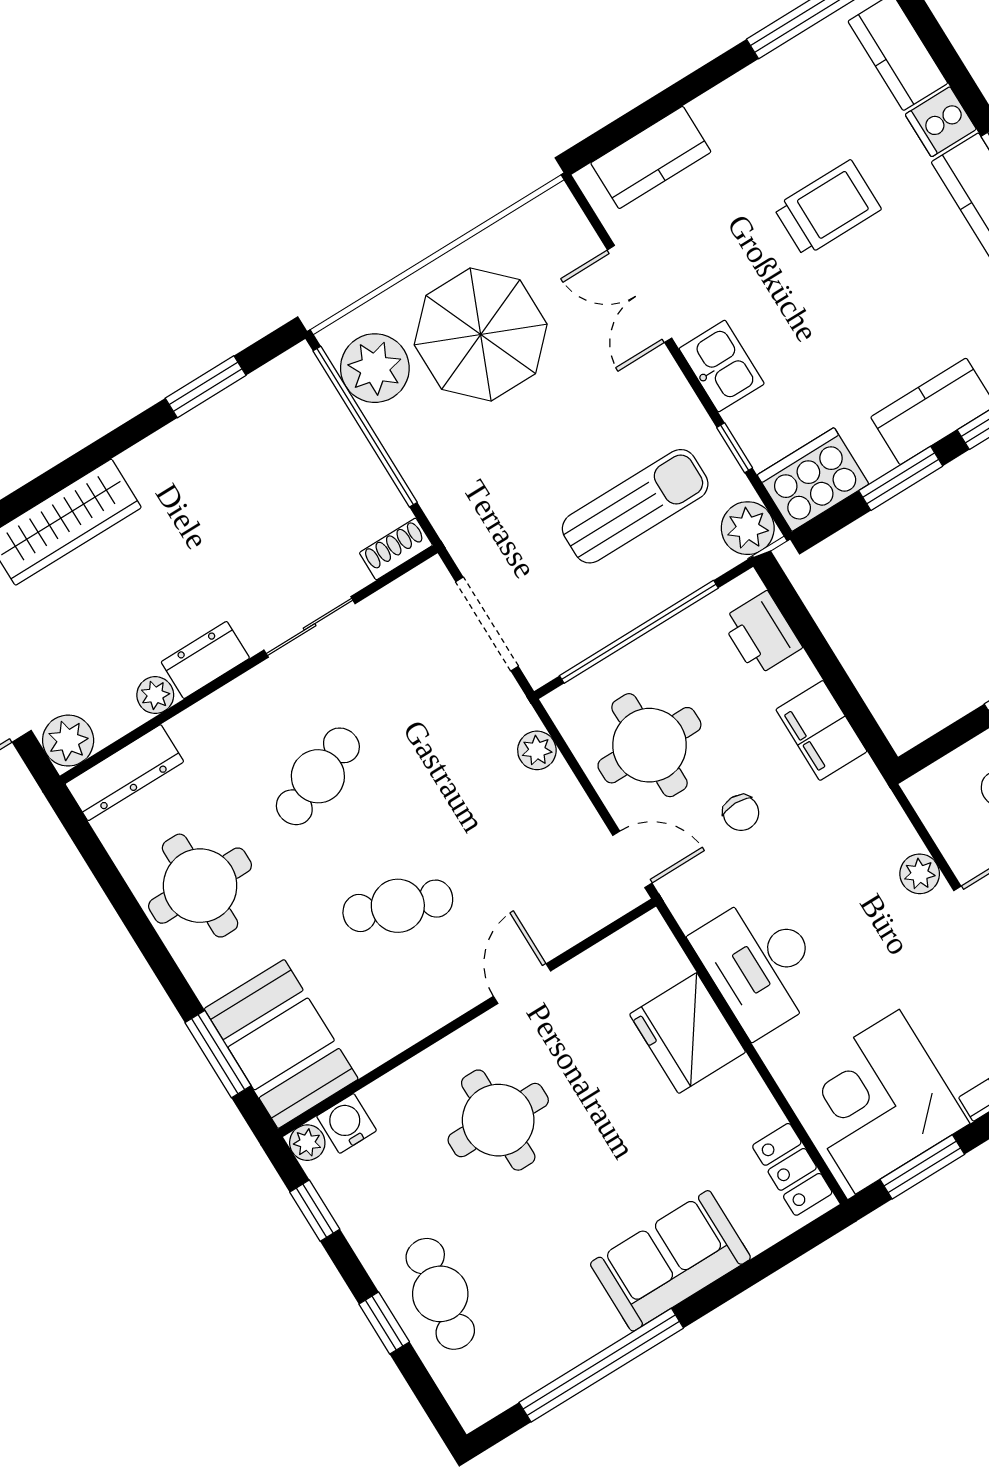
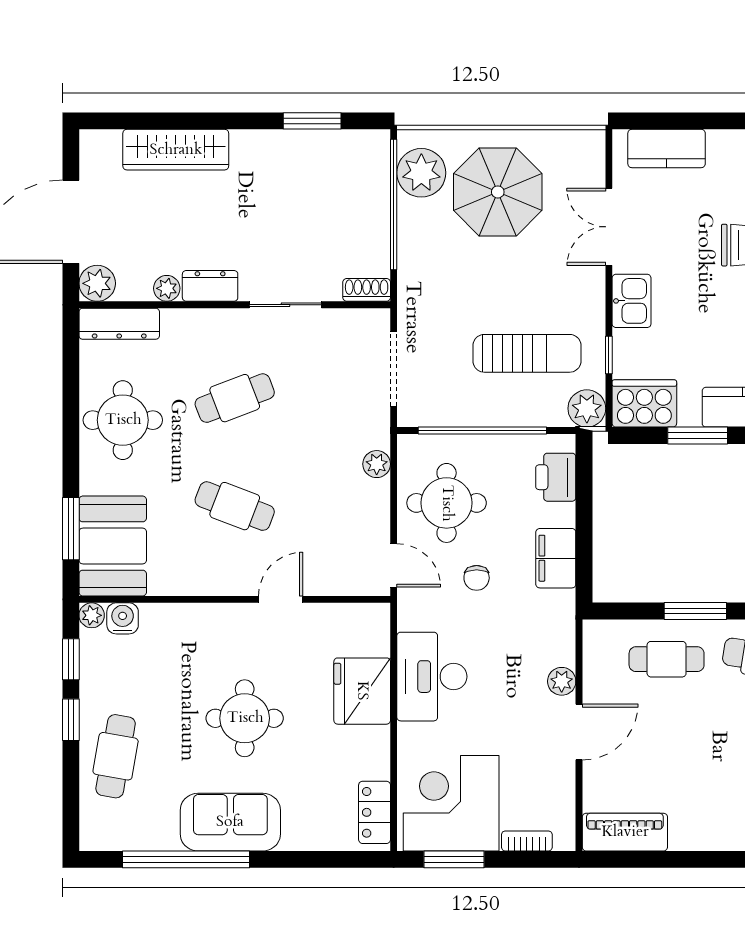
round table: (498, 1120) -> (245, 718), moved
sofa: (670, 1261) -> (230, 822), moved
window: (384, 1323) -> (71, 720), moved

